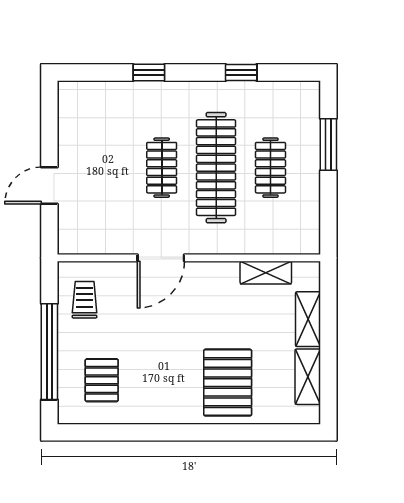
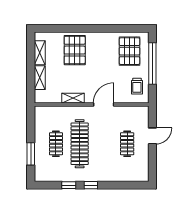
window: (149, 73) -> (91, 185), moved
clothes rail: (162, 168) -> (127, 144), moved
shelving: (266, 273) -> (73, 98), moved
pallet: (102, 380) -> (130, 51), width x1.50, depth x1.42

